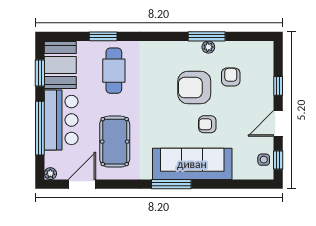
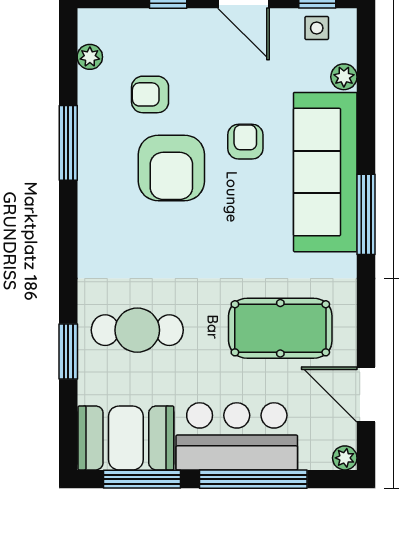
plant: (208, 47) -> (90, 57), moved
window: (40, 73) -> (142, 479), width x1.44
armchair: (207, 124) -> (245, 142), turned 180
plant: (239, 173) -> (344, 77), added

